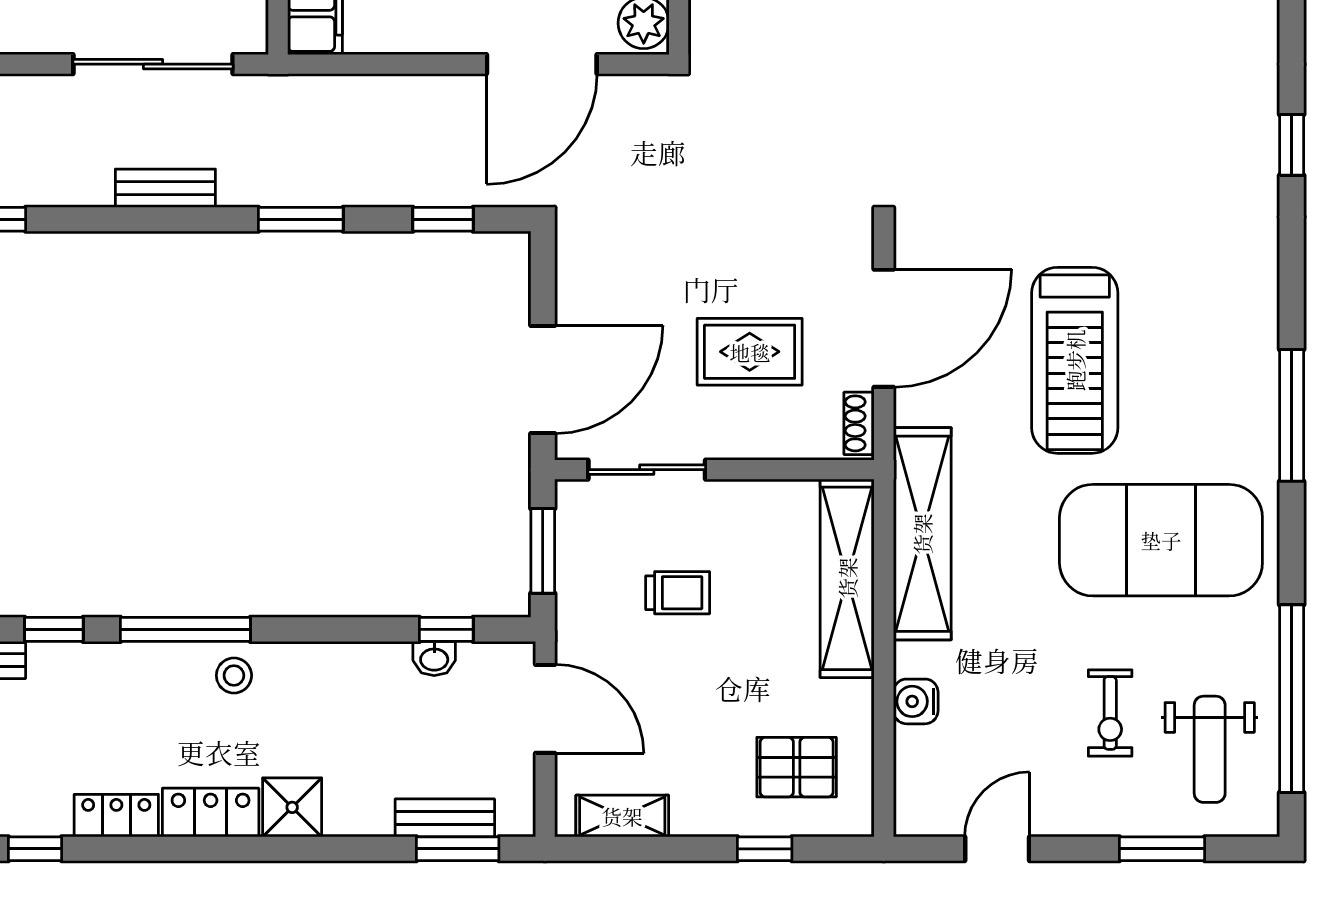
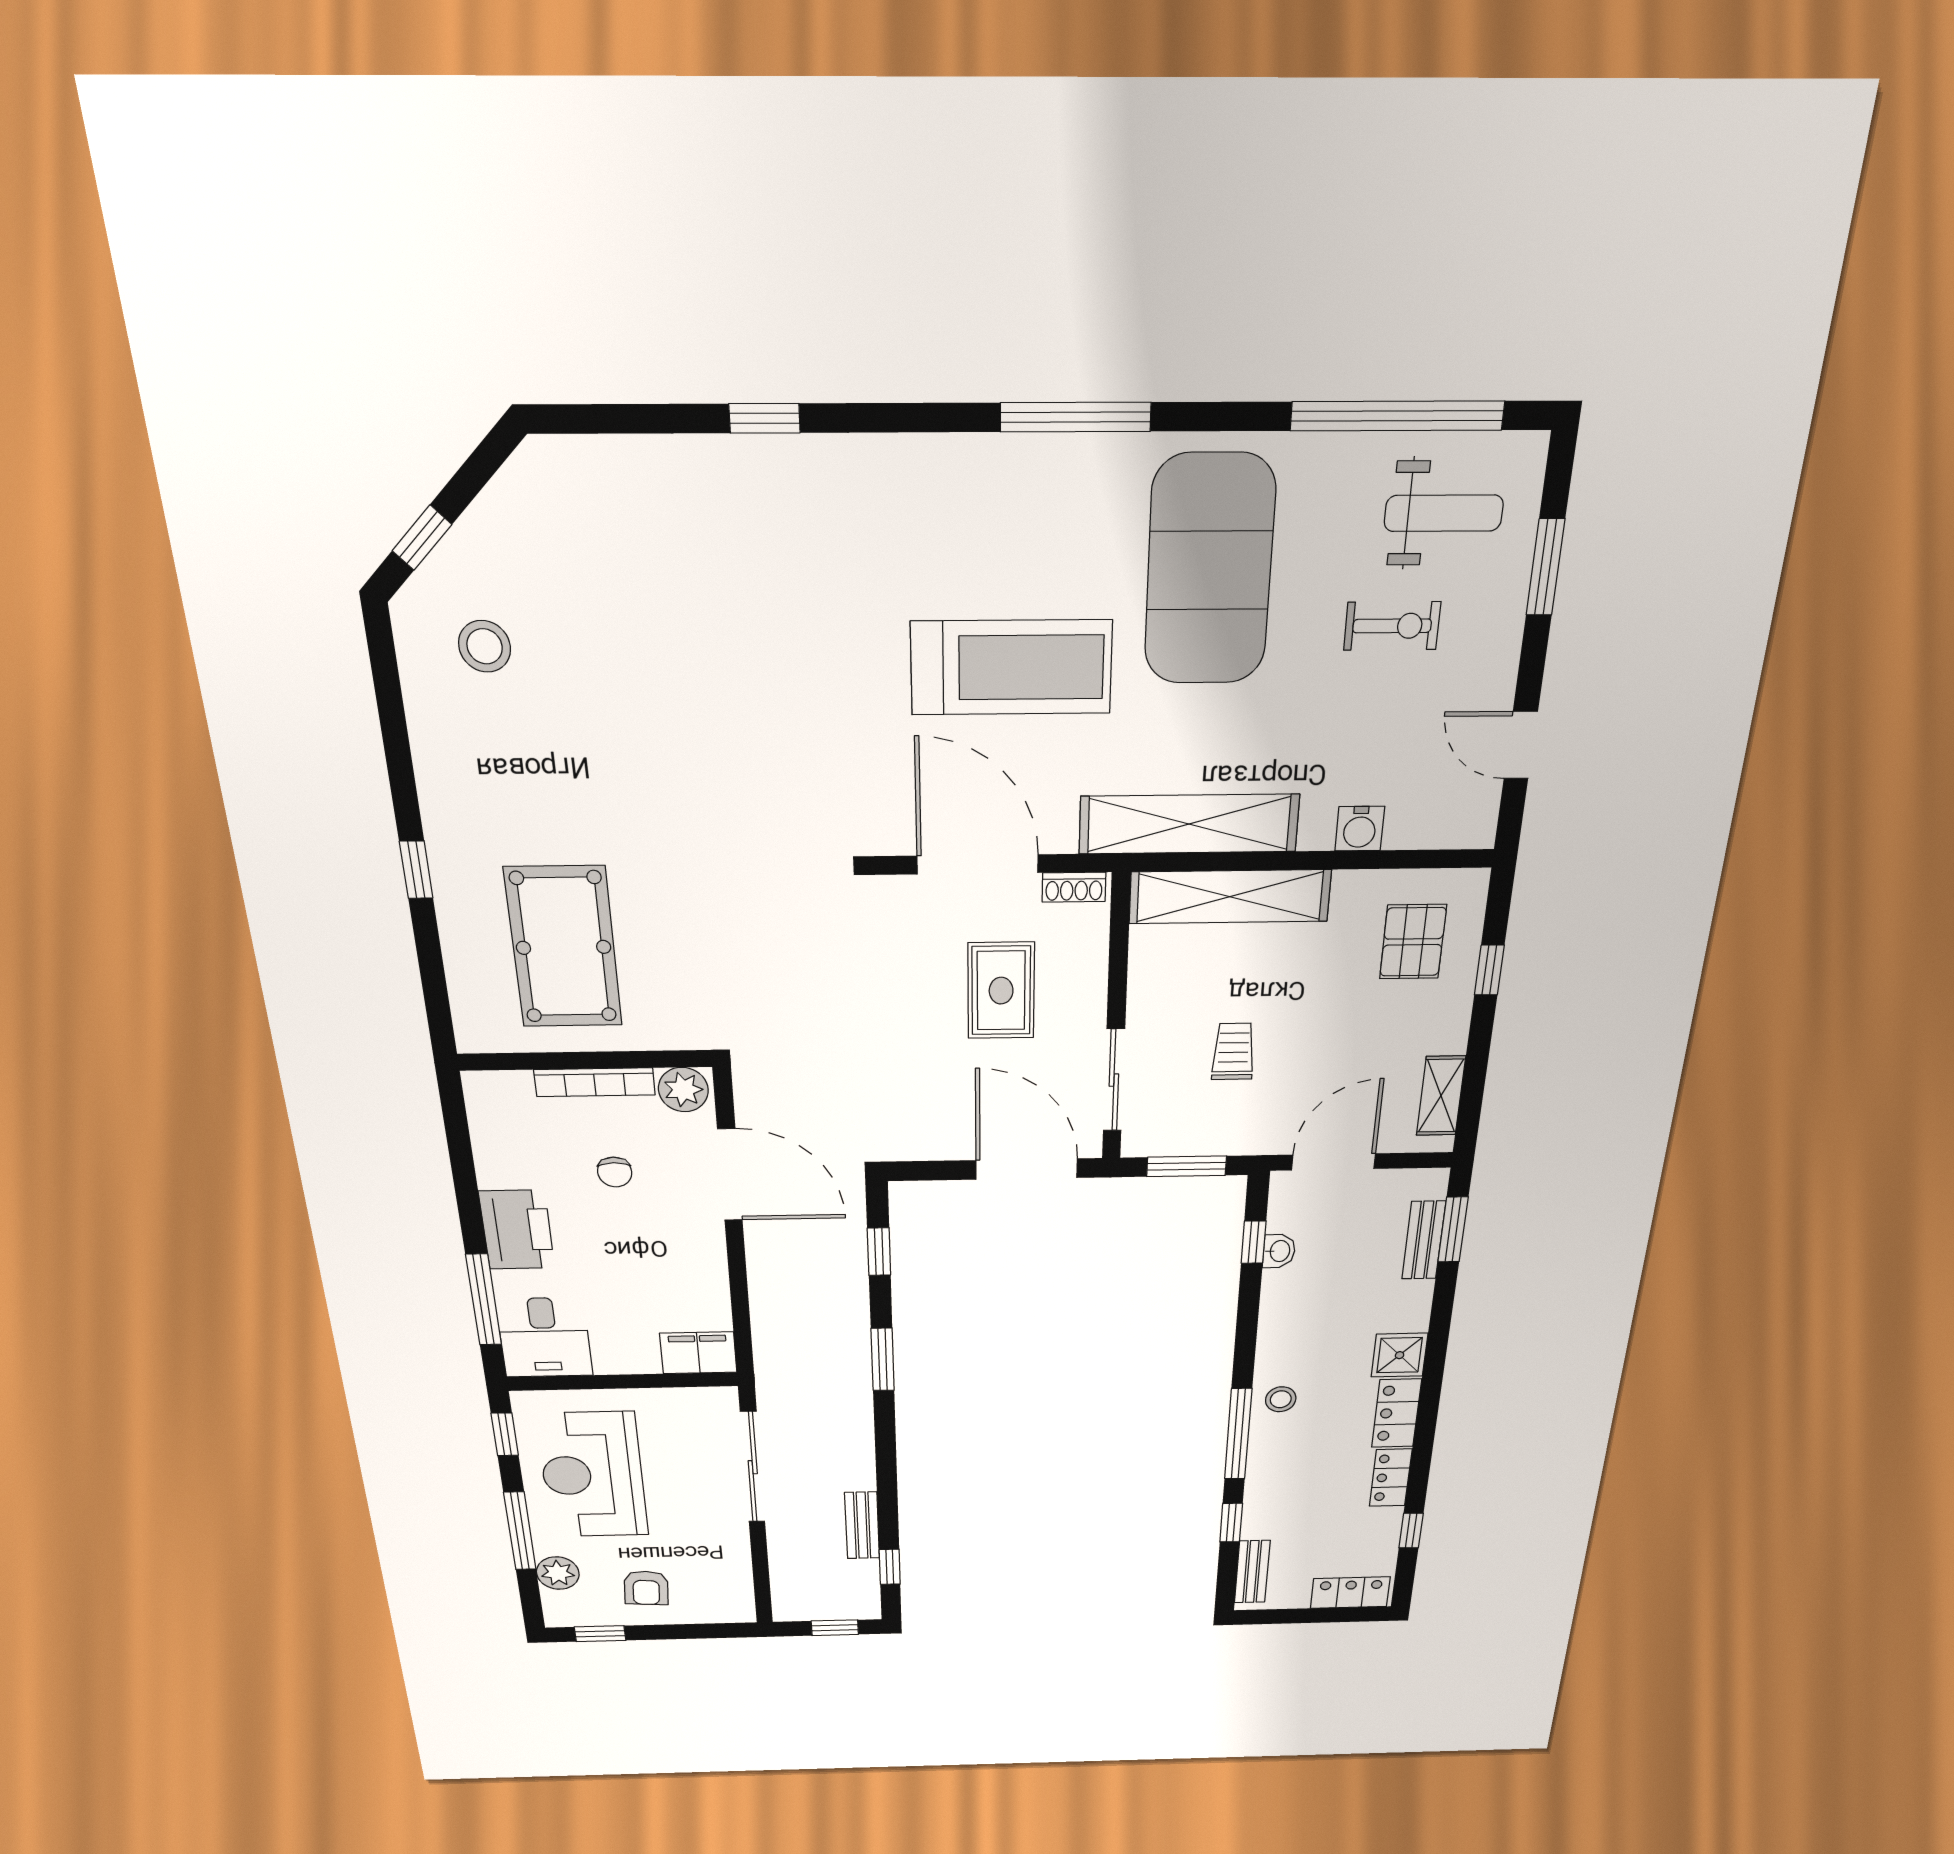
bench: (165, 188) -> (862, 1525), moved

